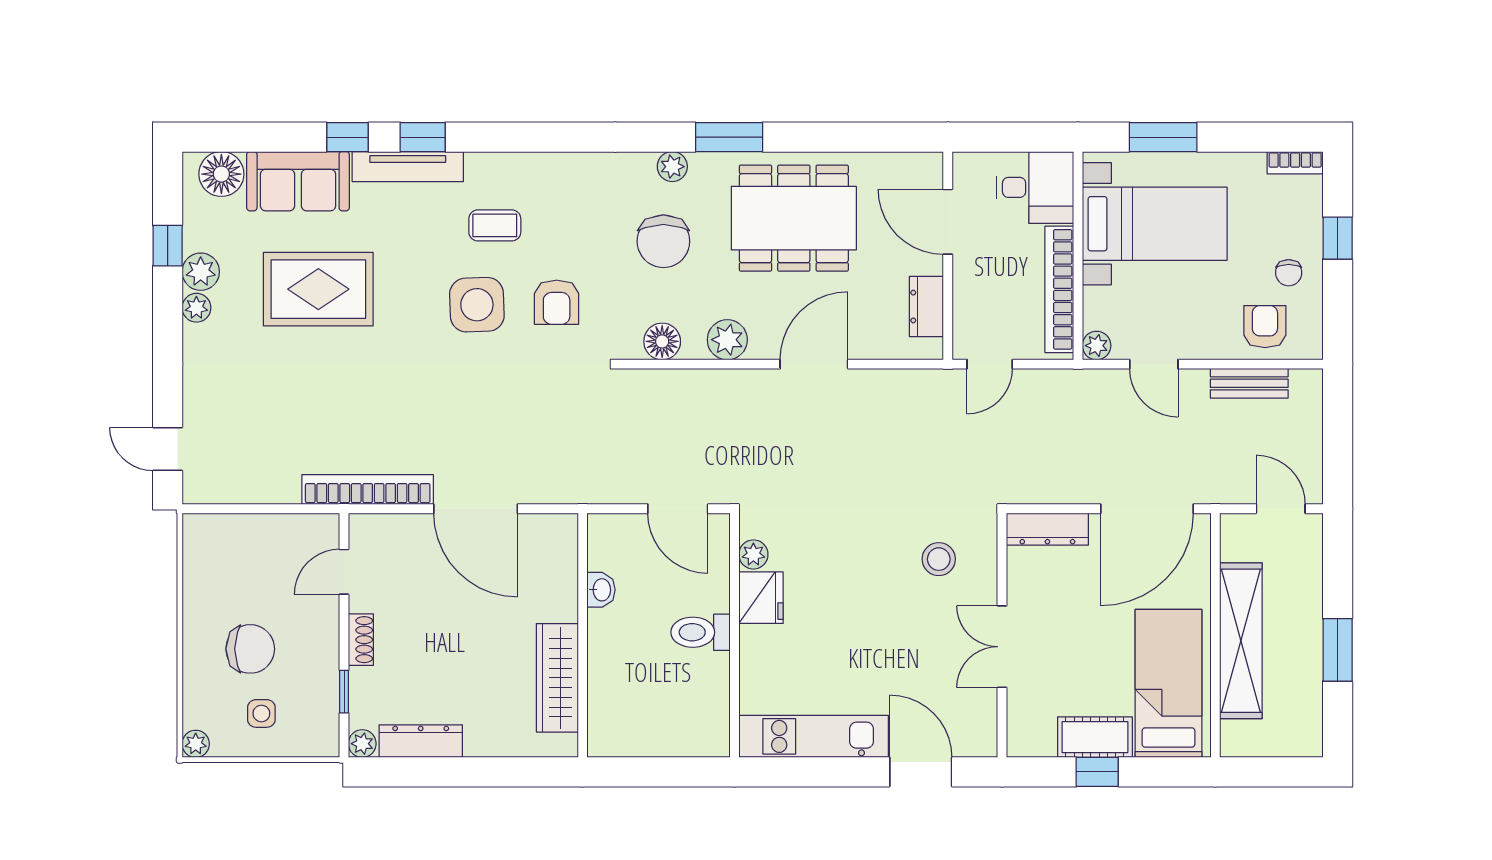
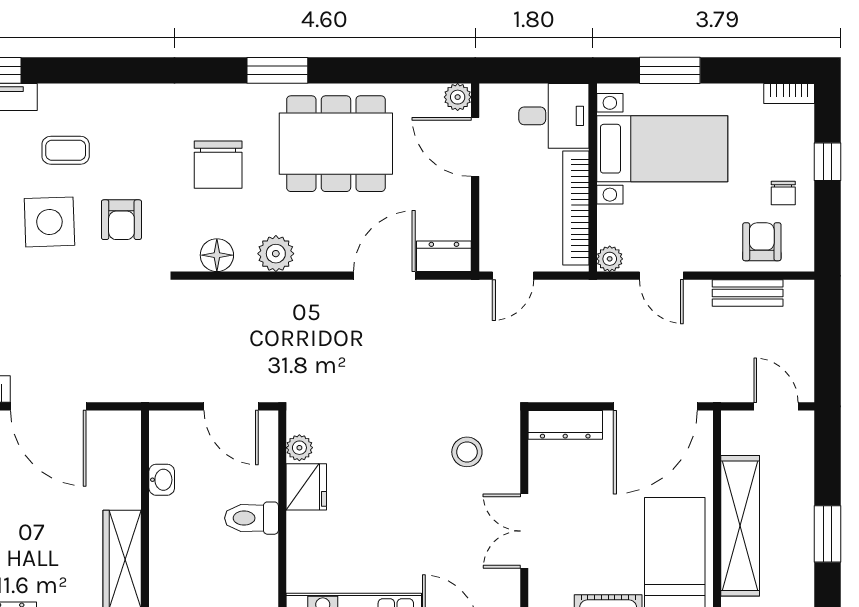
plant: (672, 167) -> (458, 97), moved
dresser: (926, 307) -> (444, 256), moved, turned 90
door: (814, 364) -> (384, 276), moved

